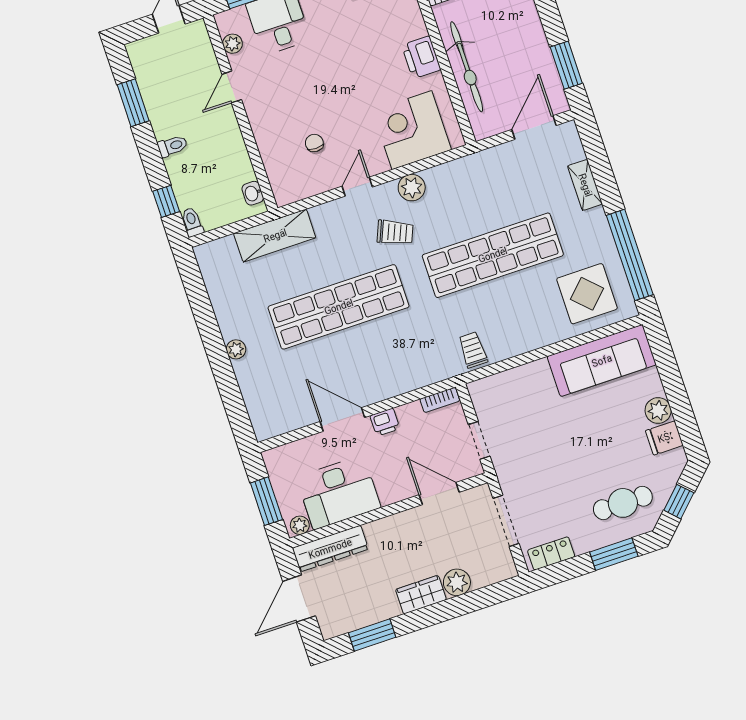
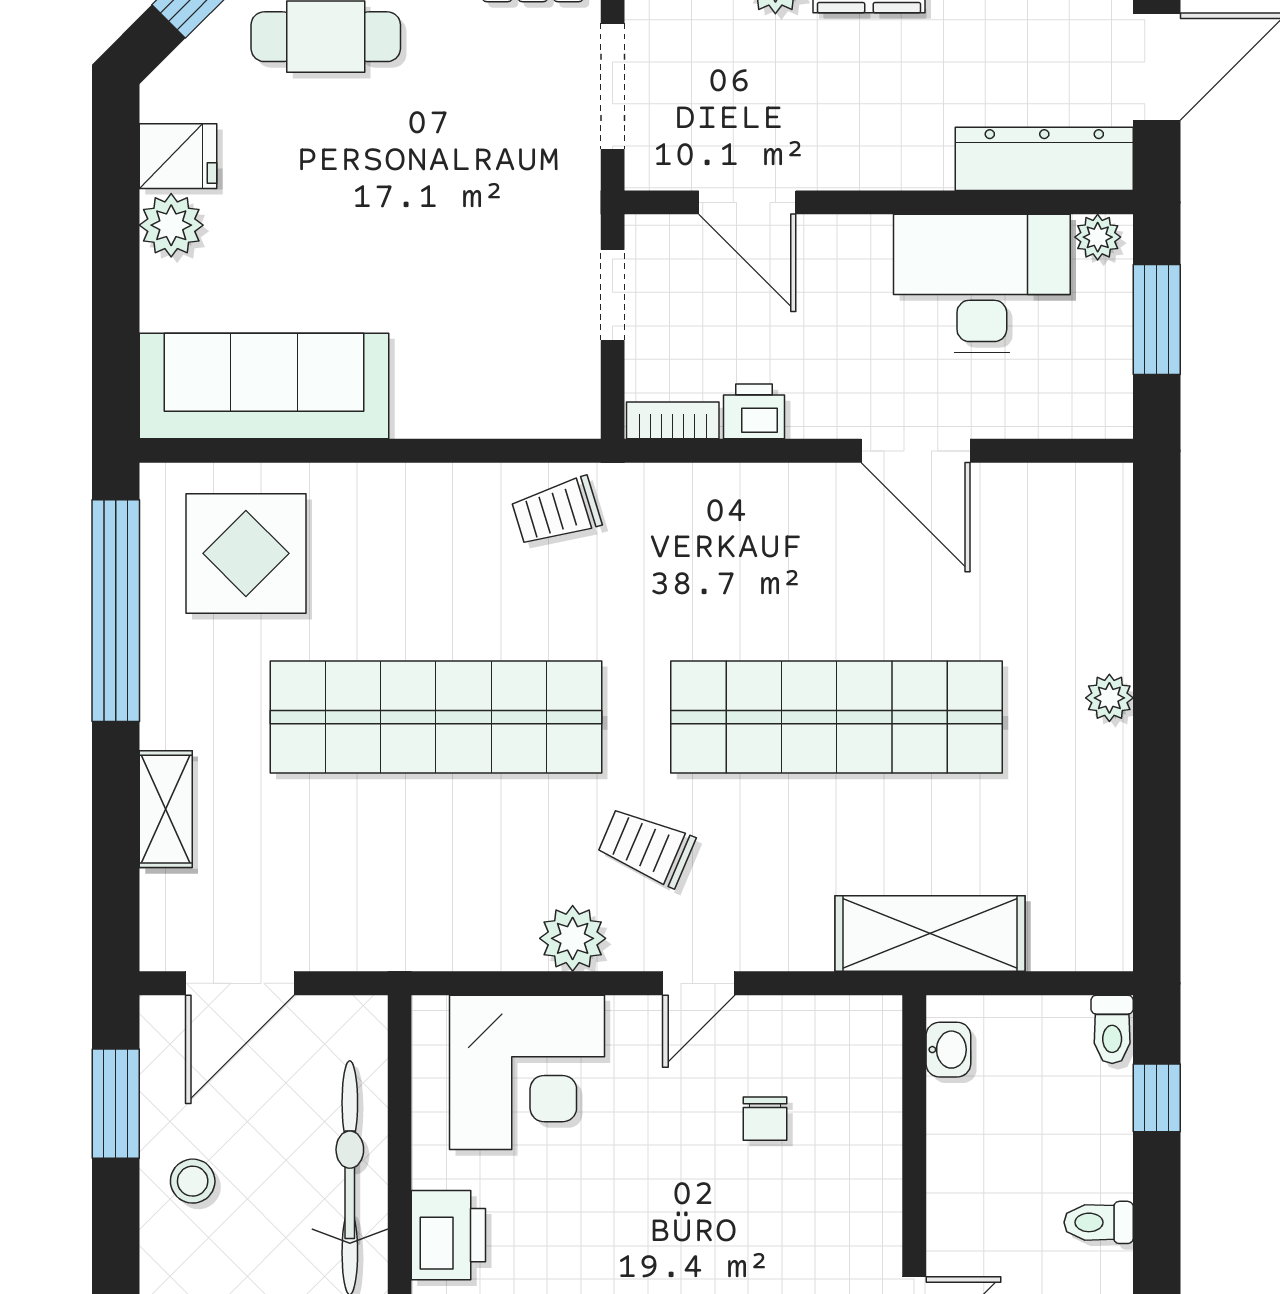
stool: (527, 45) -> (193, 1181), added
trolley: (473, 350) -> (556, 512), turned 73
printer: (385, 422) -> (754, 411), moved

